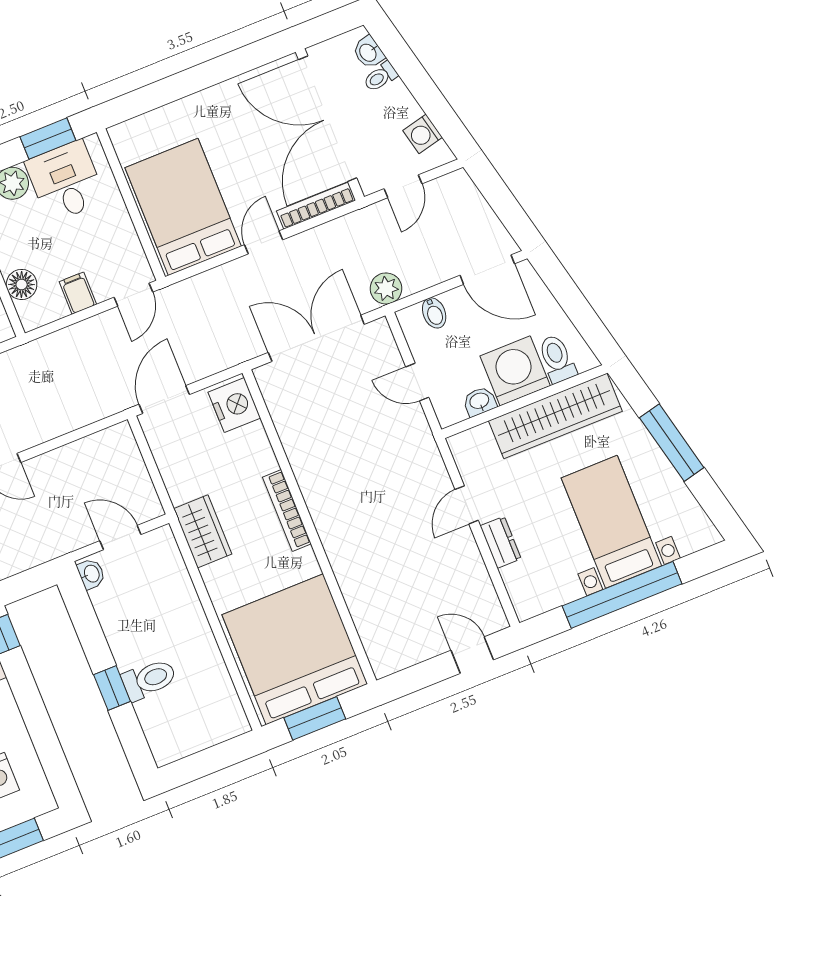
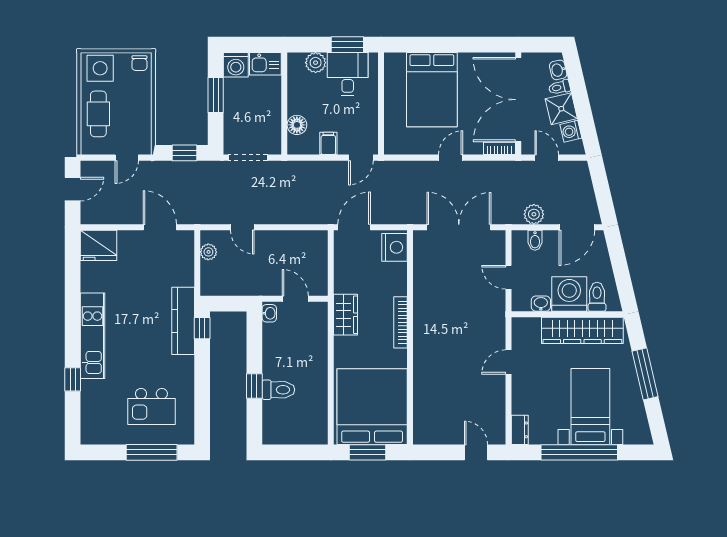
shower: (396, 107) -> (561, 109), added
door: (403, 186) -> (547, 158), swing flipped
bookcase: (316, 206) -> (499, 148), width x0.64
bed: (183, 207) -> (432, 90), moved, turned 180
door: (487, 270) -> (577, 227), hinge flipped
plant: (386, 289) -> (534, 214), moved
dresser: (501, 542) -> (520, 430), moved

